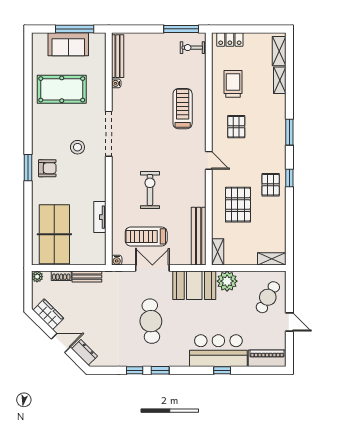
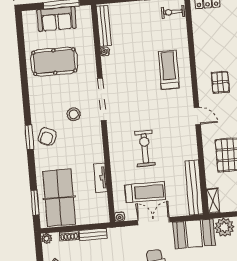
trolley: (233, 84) -> (214, 43), removed
armchair: (47, 168) -> (47, 136), turned 114
treadmill: (146, 236) -> (145, 192), turned 180
window: (28, 237) -> (35, 203), added

